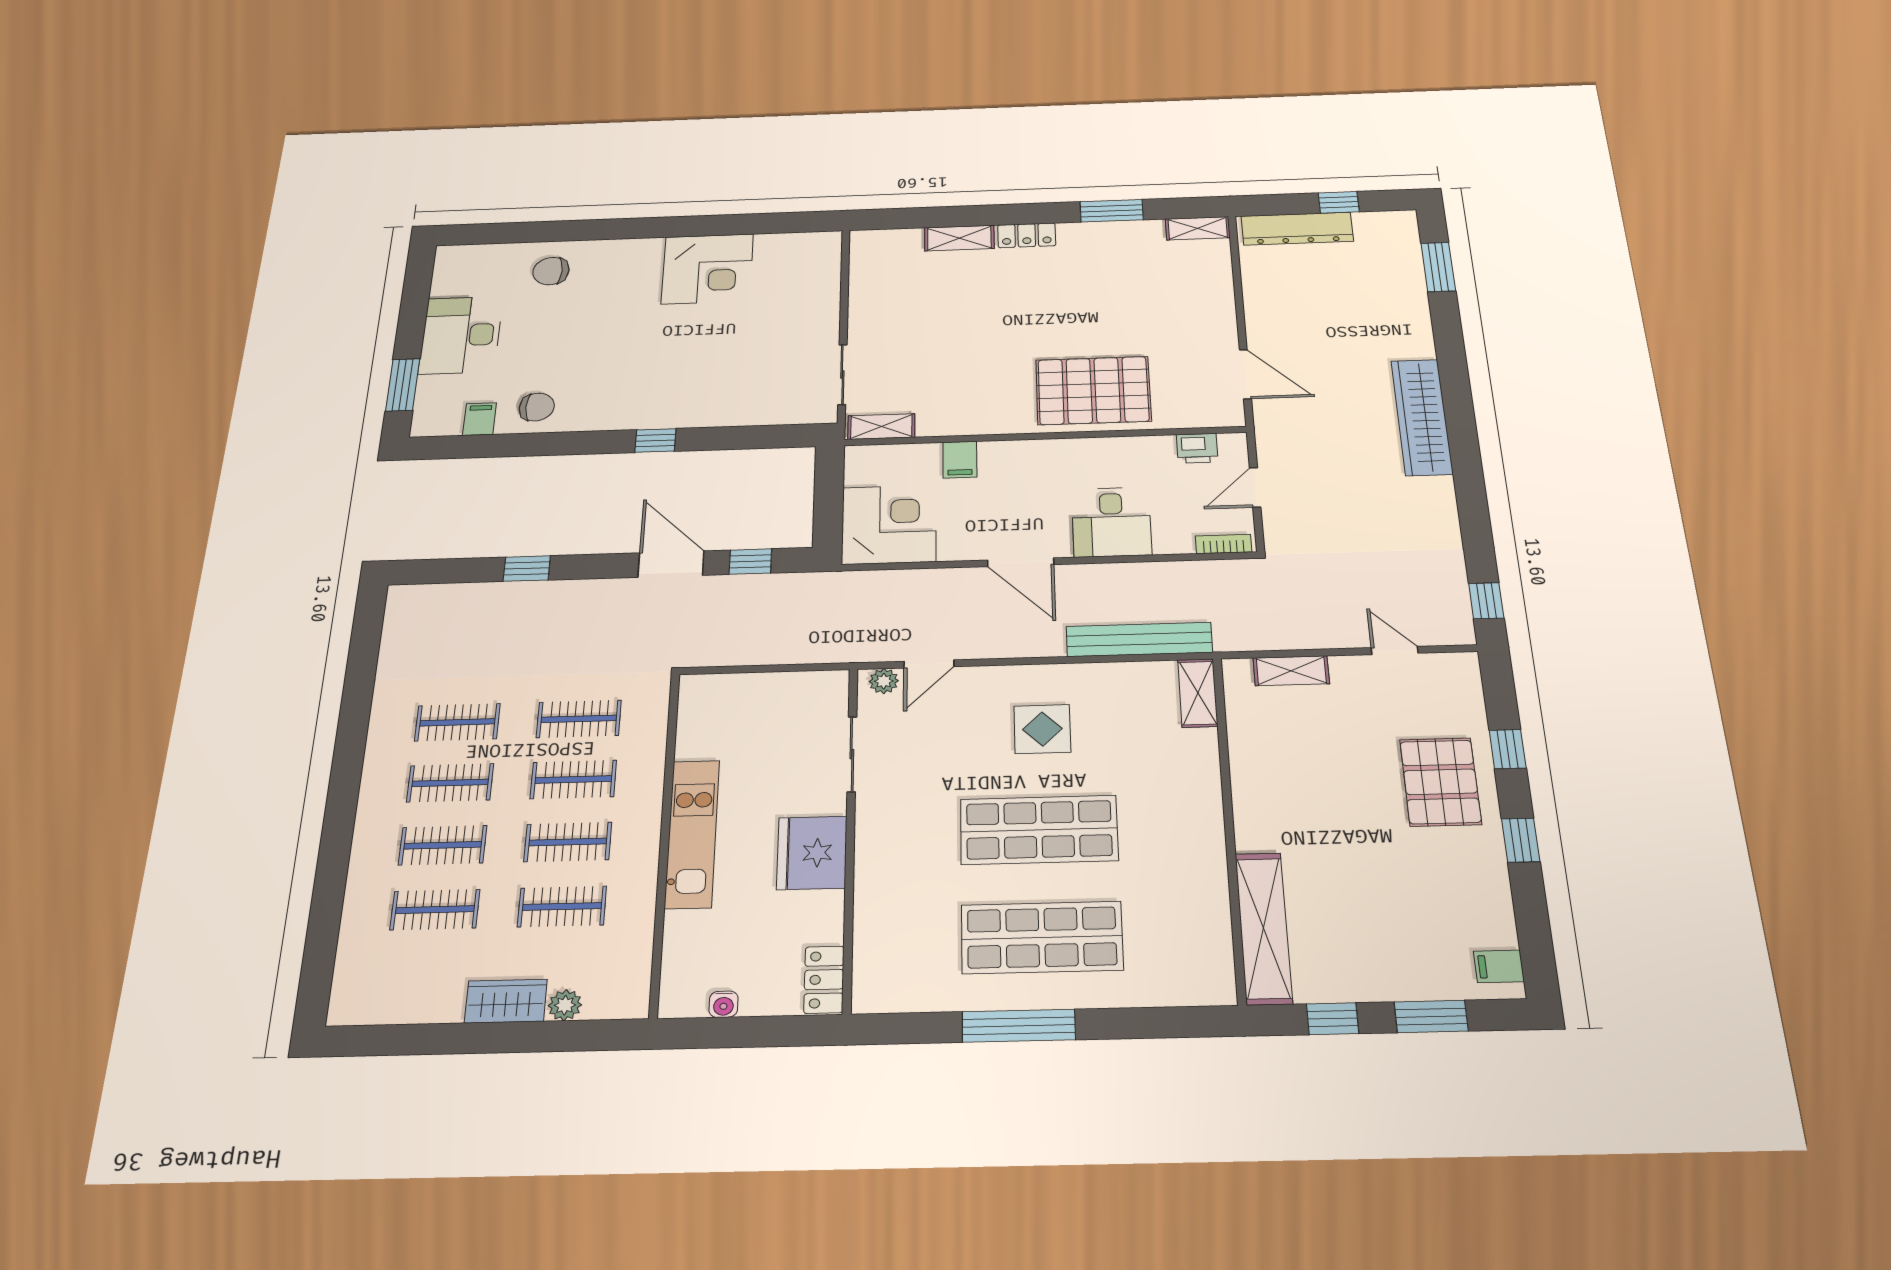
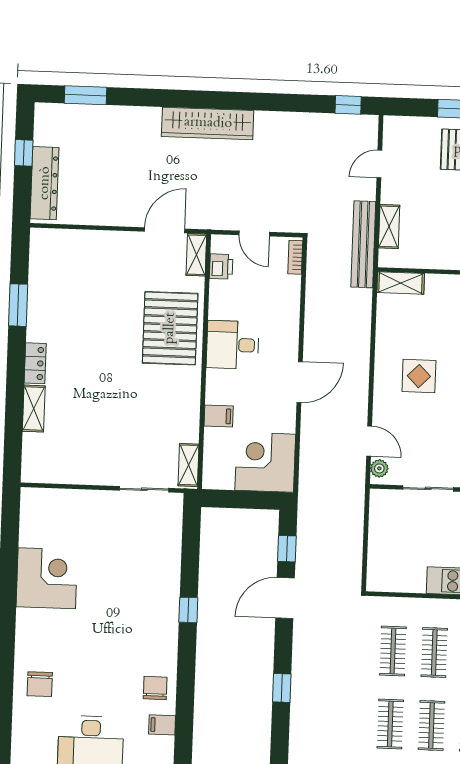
shelving: (1198, 228) -> (196, 255), moved
desk: (1111, 522) -> (233, 345), moved, turned 180
bench: (1139, 639) -> (363, 244), moved

